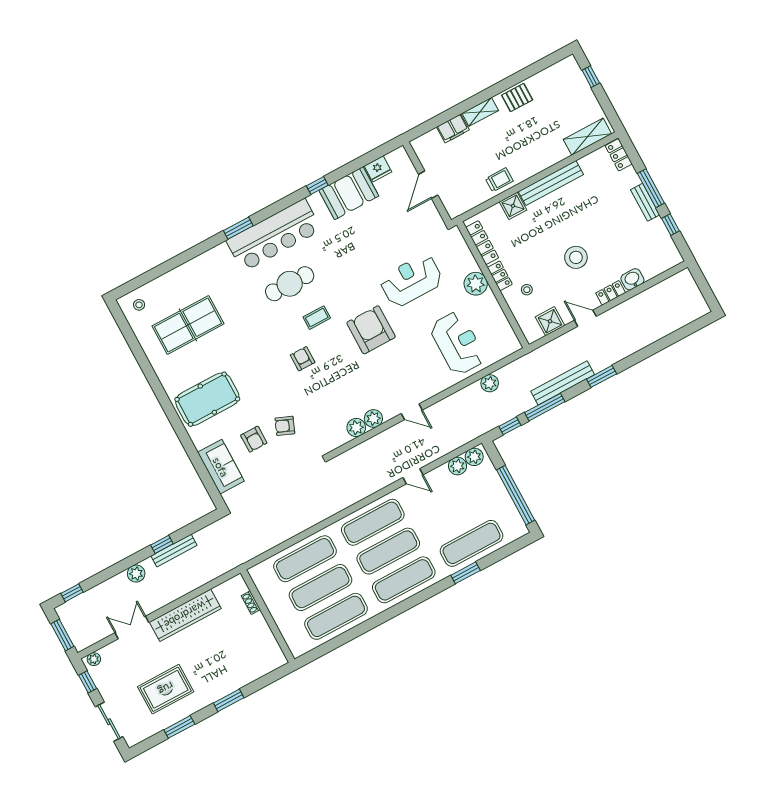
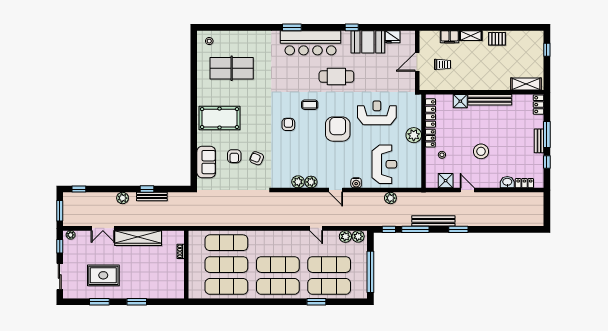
trolley: (499, 180) -> (442, 64), moved
cafe table: (290, 284) -> (336, 77), moved
locker: (611, 293) -> (524, 183), moved
water cooler: (434, 388) -> (356, 183), added
exercise mat: (373, 522) -> (329, 265), moved
double door: (132, 628) -> (103, 228), swing flipped

